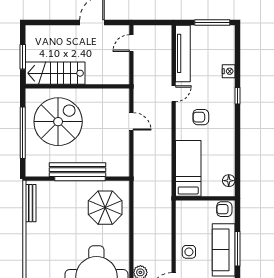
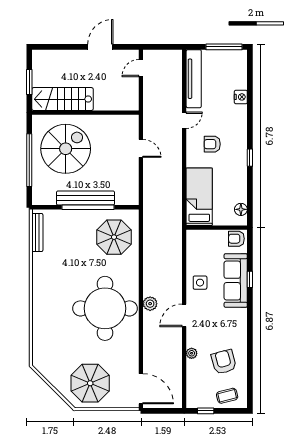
window: (237, 96) -> (250, 158), moved
window: (237, 249) -> (250, 279), width x0.46

